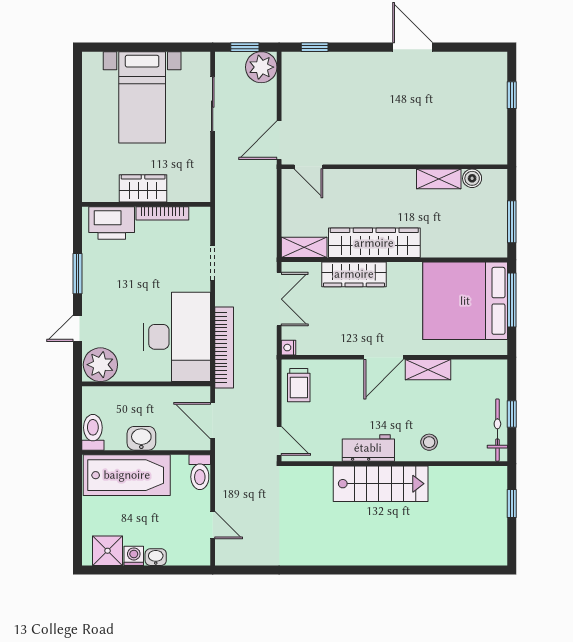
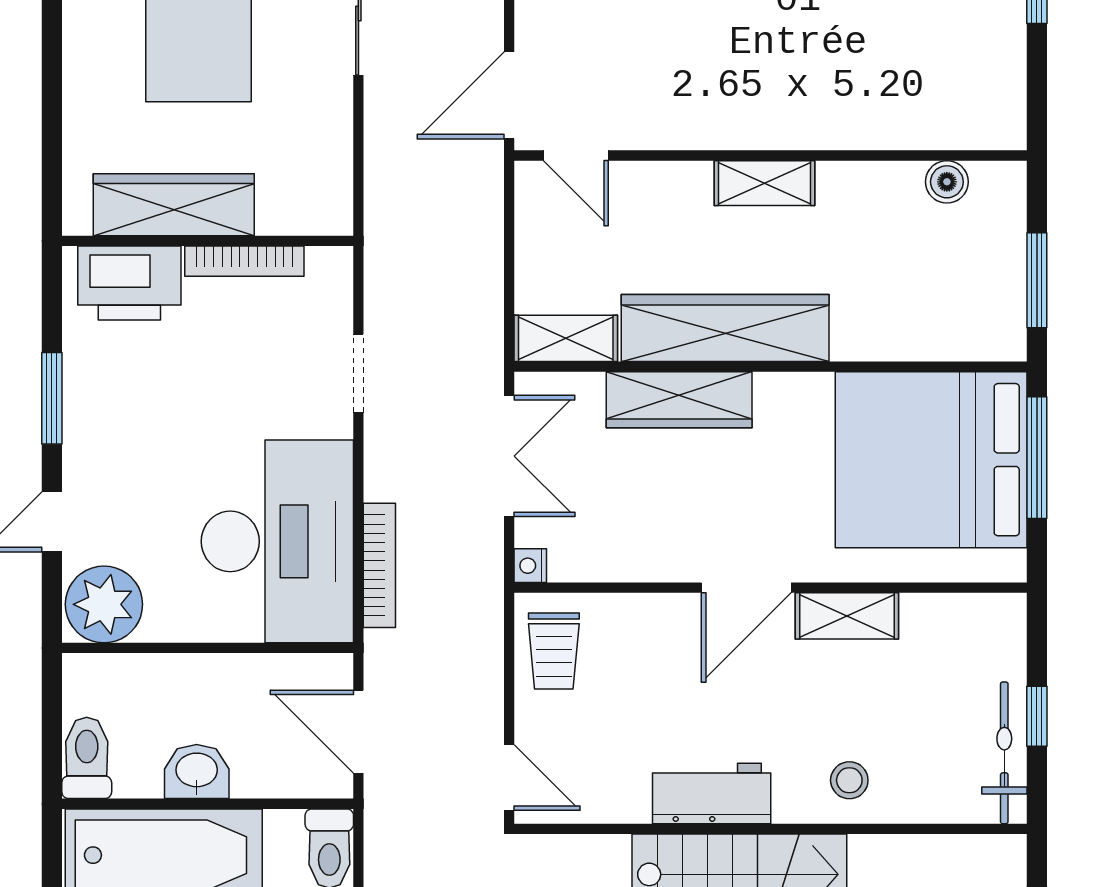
shelving: (439, 179) -> (764, 183), moved
wardrobe: (143, 188) -> (174, 205), width x1.50
bookcase: (224, 347) -> (379, 565), width x0.68, depth x0.76

